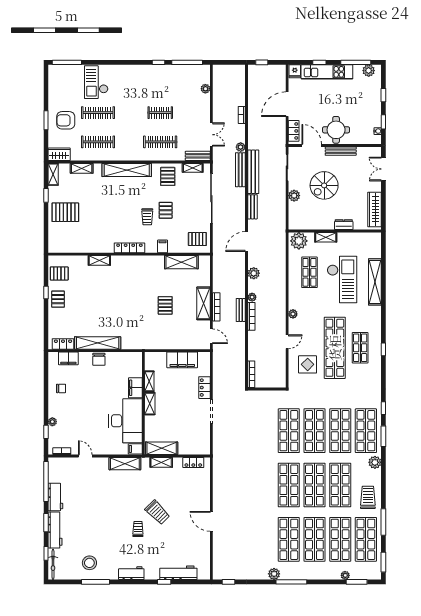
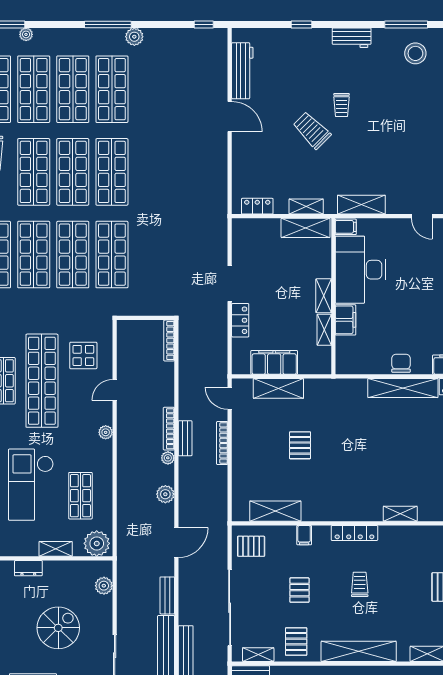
plant: (294, 196) -> (104, 586), moved
trolley: (147, 217) -> (360, 584), moved
shelving: (203, 303) -> (278, 388), moved, turned 90
workbench: (178, 573) -> (242, 71), moved, turned -90

